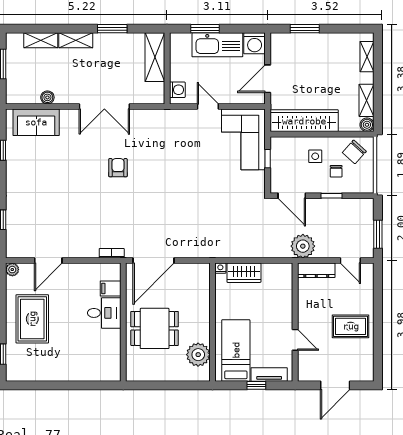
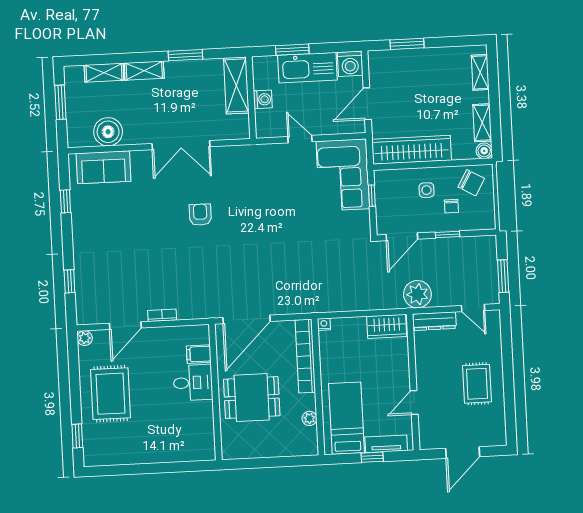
washing machine: (177, 90) -> (263, 99), moved
boiler: (47, 97) -> (108, 132), width x1.86, depth x1.86
chair: (354, 152) -> (471, 183), turned -102
door: (292, 196) -> (402, 237), hinge flipped
bookcase: (112, 253) -> (162, 315), moved
wardrobe: (244, 273) -> (387, 326), moved
bookcase: (203, 295) -> (305, 356), added
rug: (351, 326) -> (477, 384), turned 90
door: (295, 340) -> (414, 402), swing flipped
plant: (198, 355) -> (309, 418), width x0.53, depth x0.53

